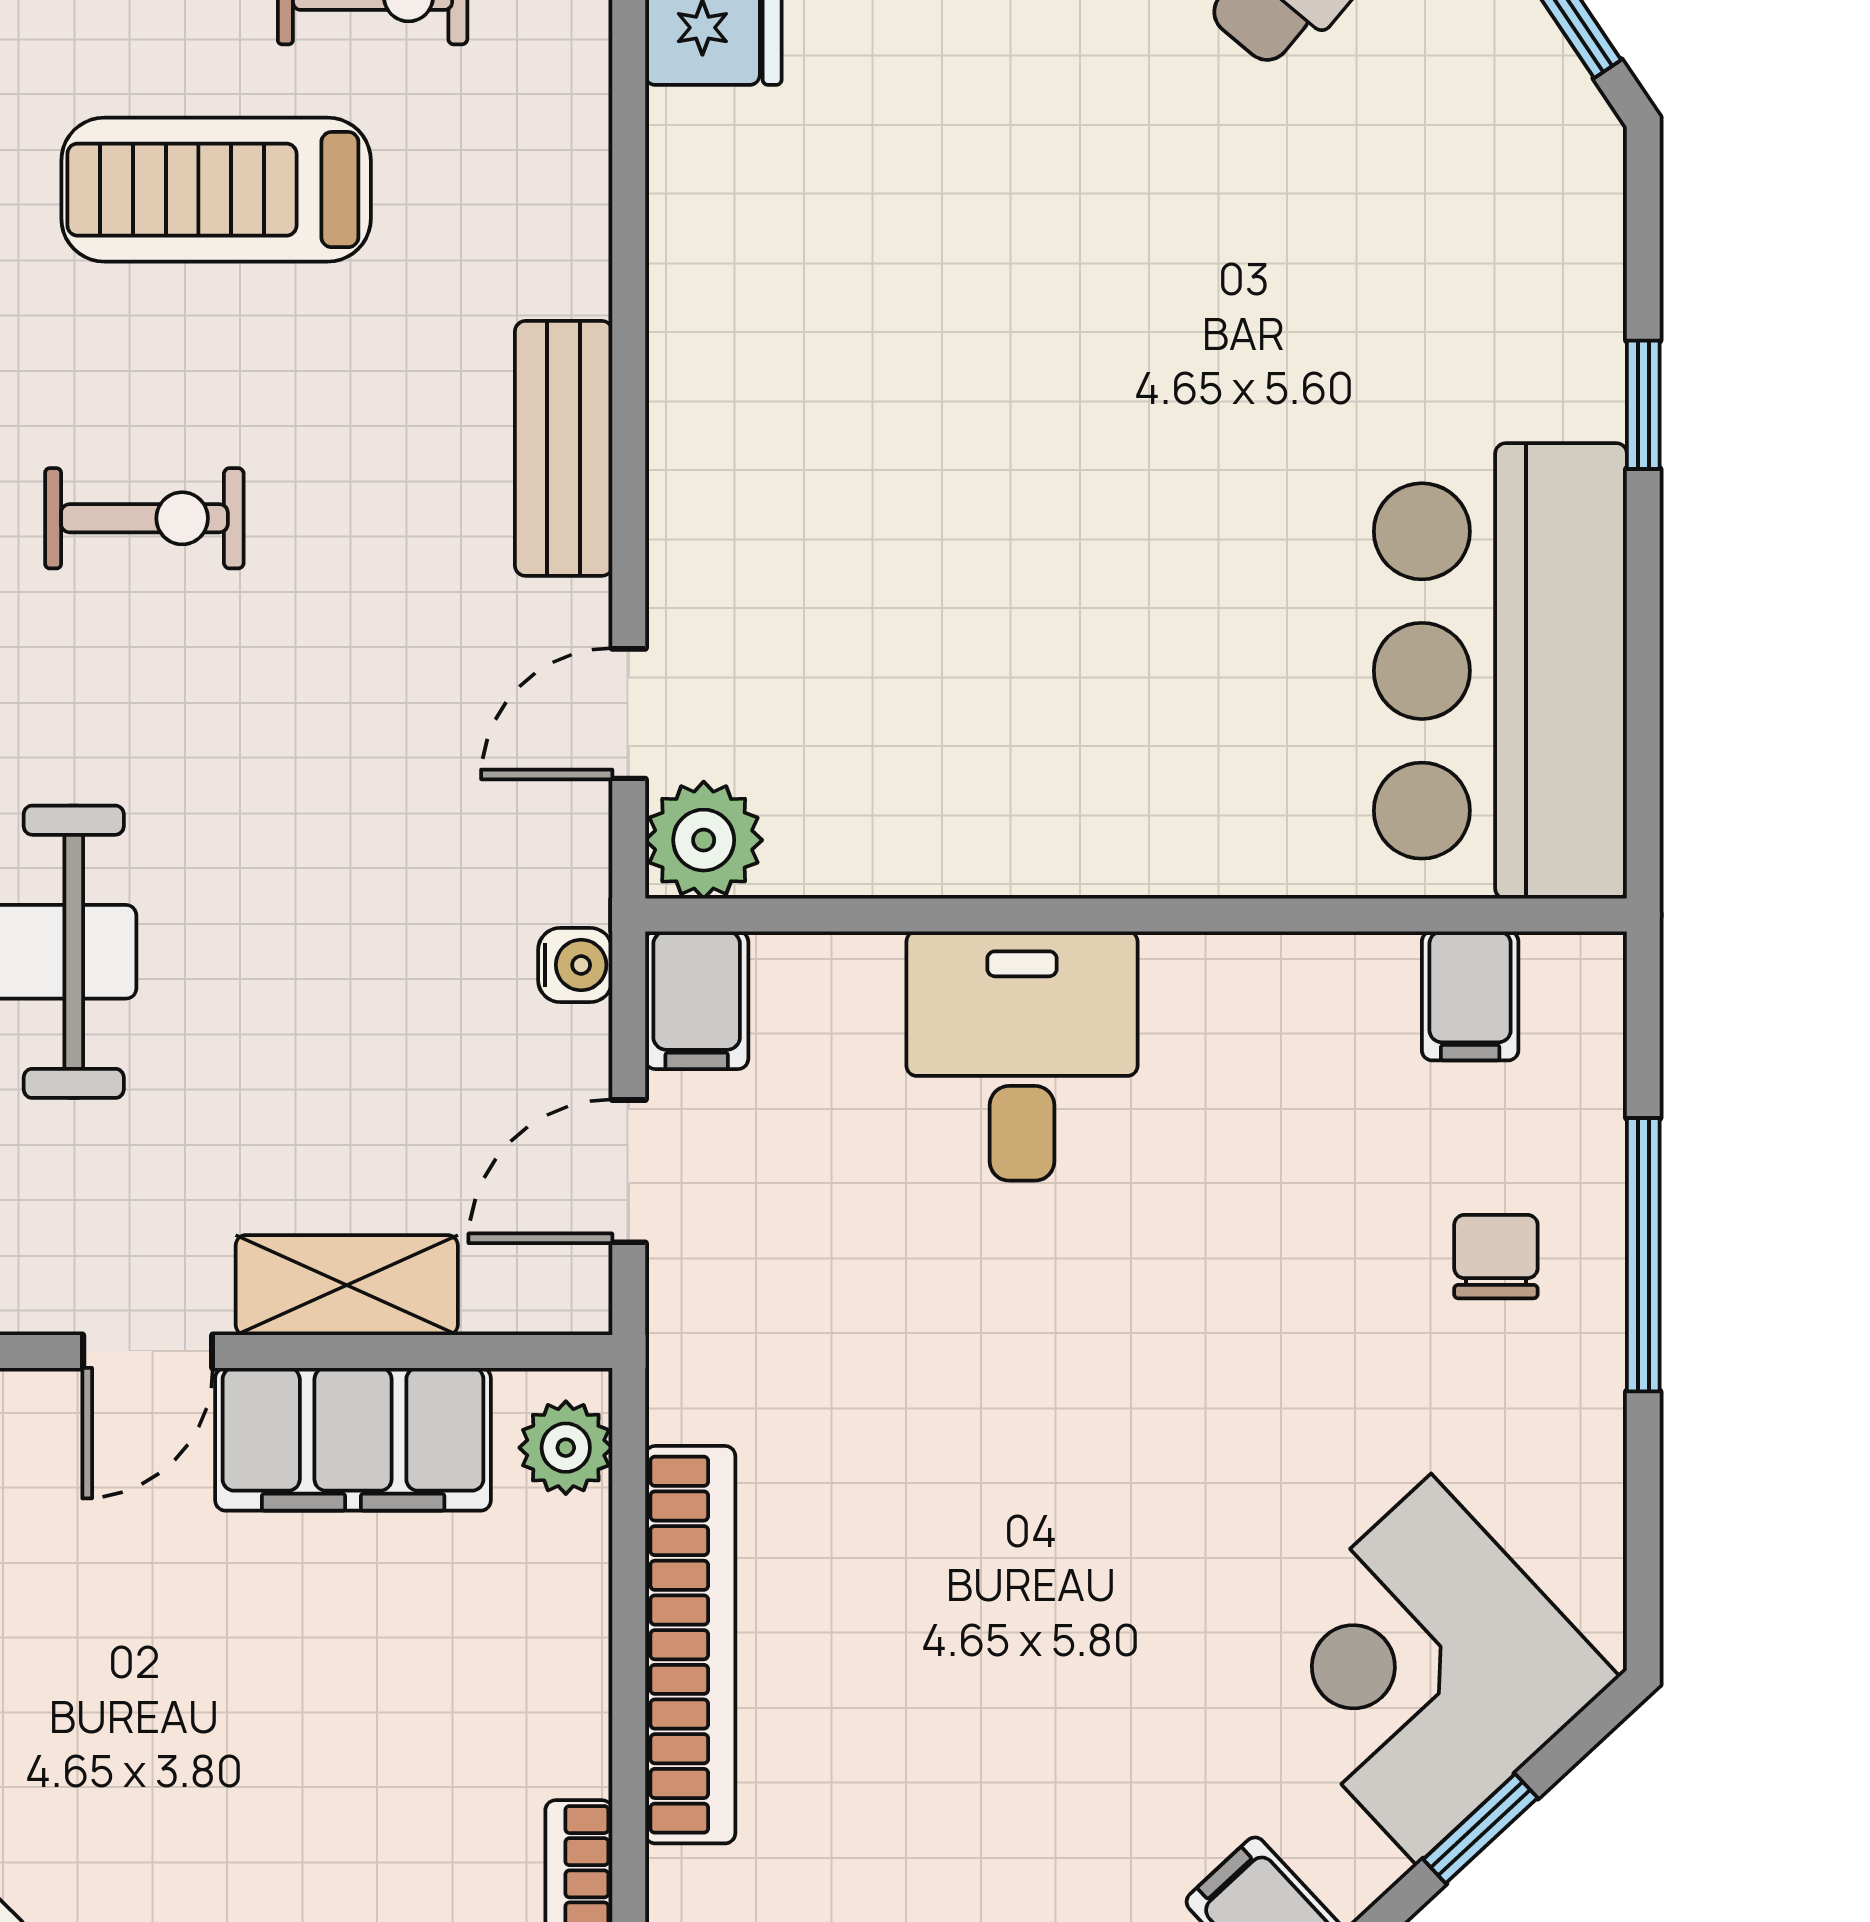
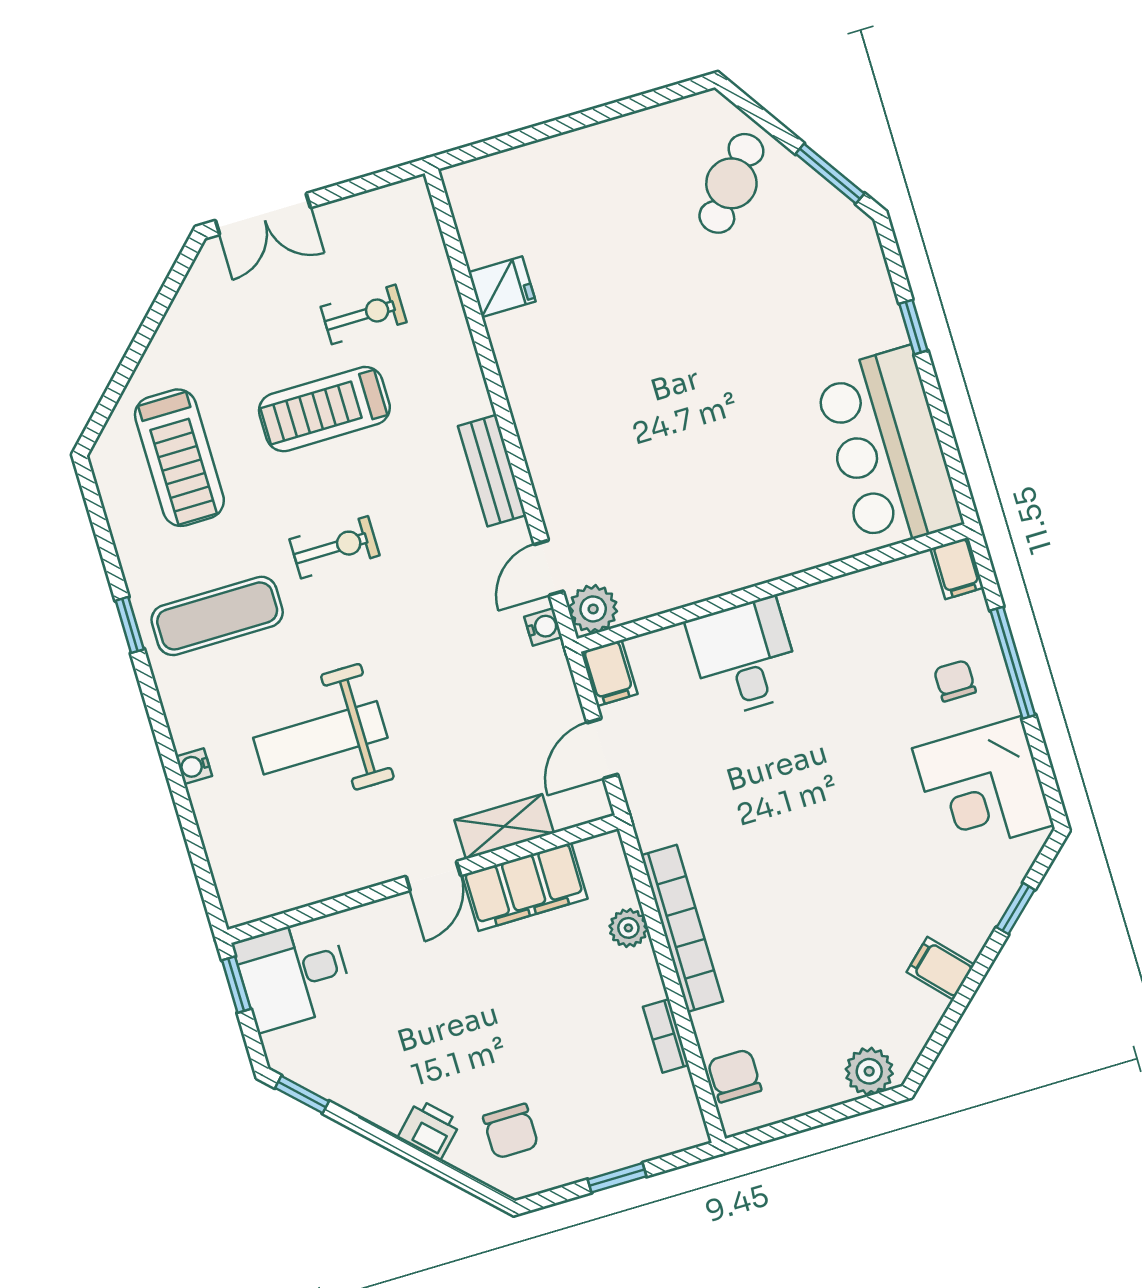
water cooler: (575, 965) -> (543, 627), moved
filing cabinet: (1470, 996) -> (957, 568), moved
plant: (566, 1448) -> (628, 928), moved
corner desk: (1424, 1669) -> (983, 787), moved, turned -47

